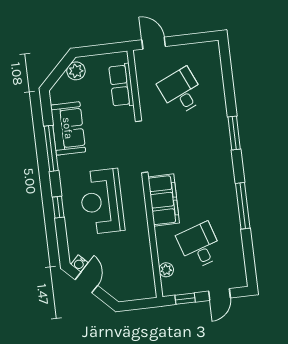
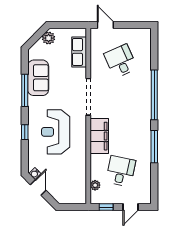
window: (234, 133) -> (154, 95), width x2.11
desk: (200, 246) -> (121, 171), turned 30

